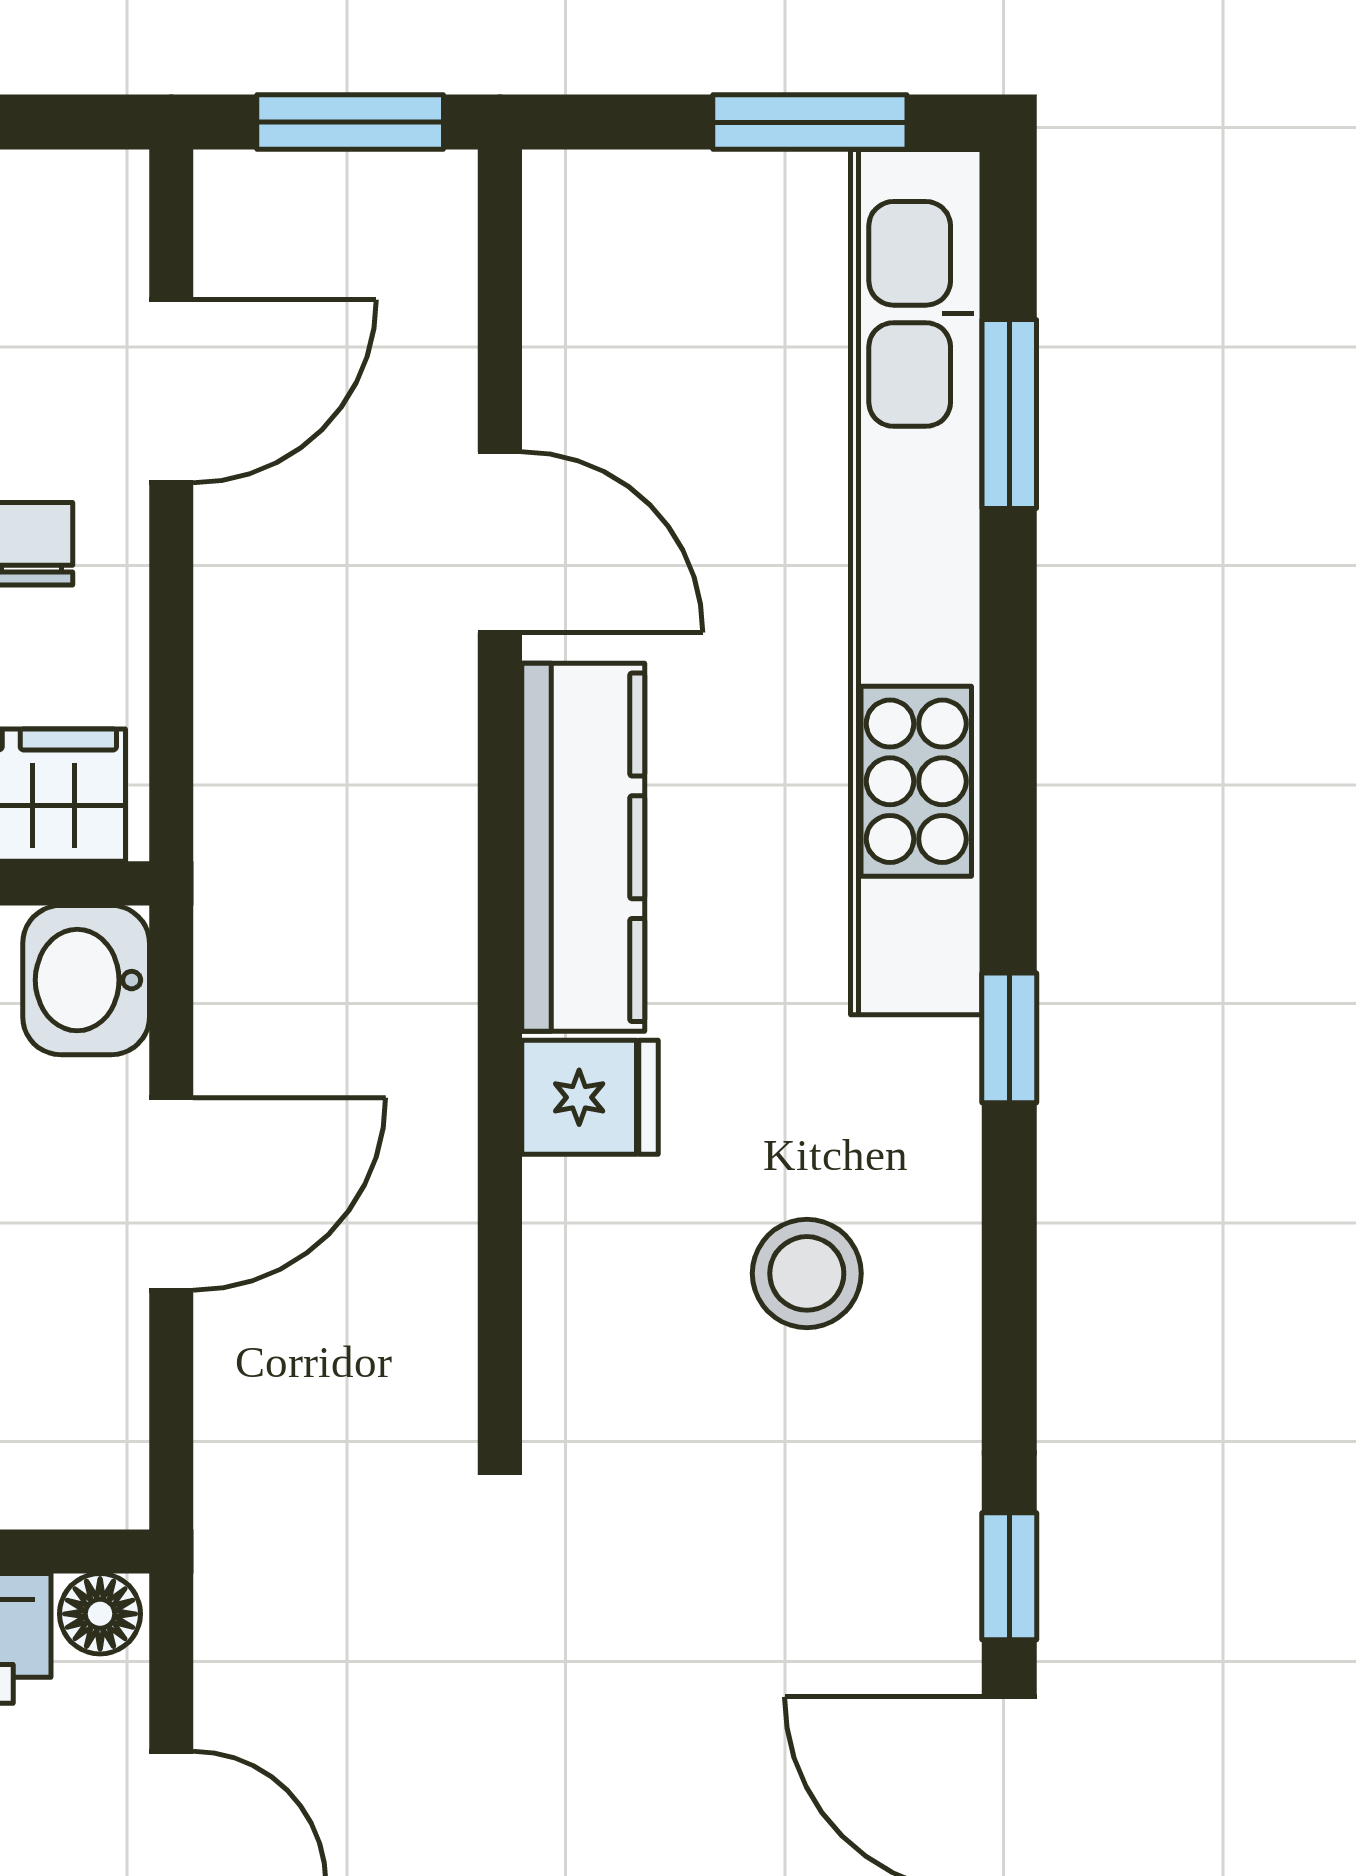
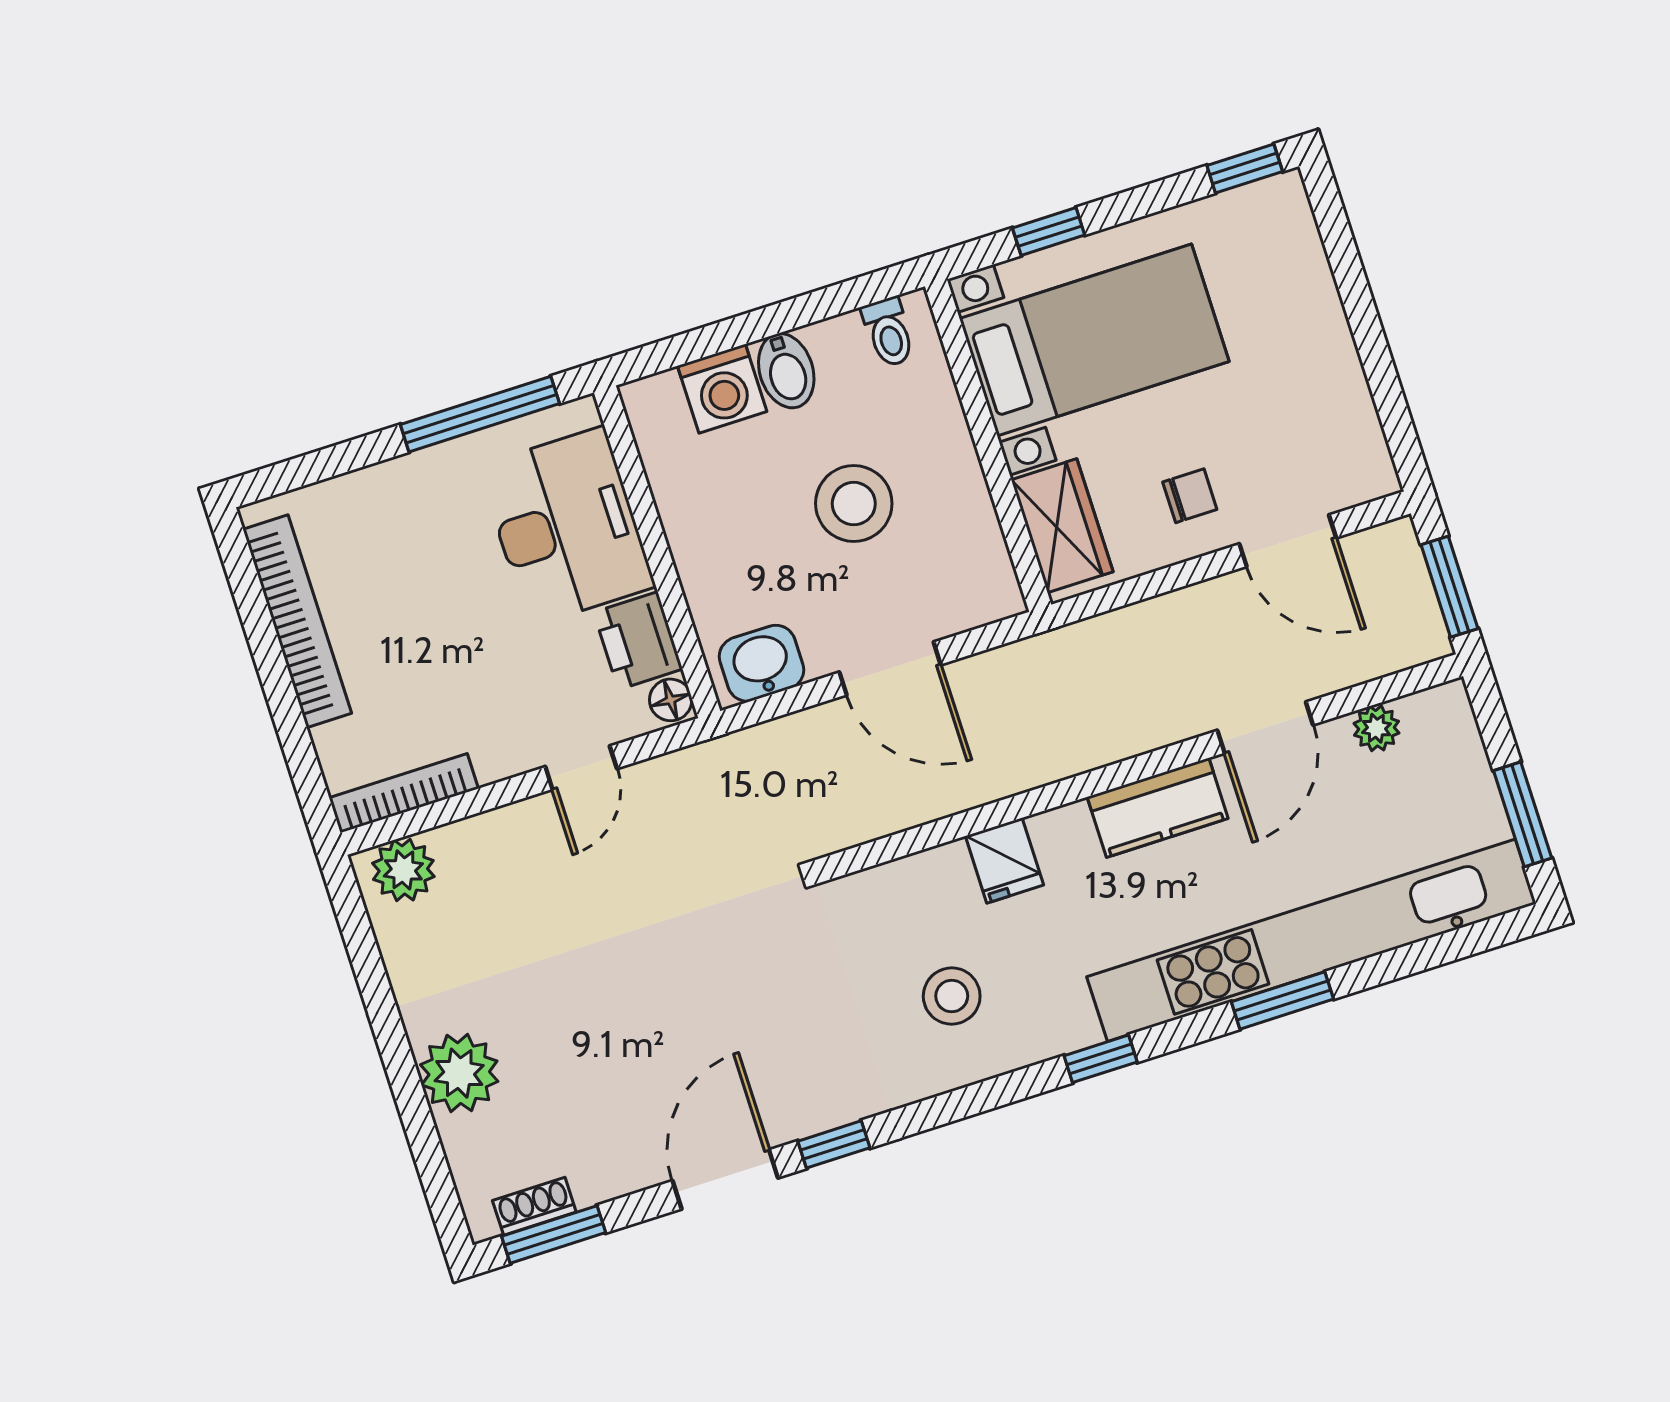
plant: (566, 339) -> (1376, 728), added
window: (1009, 414) -> (1282, 1000), moved
kitchen counter: (583, 847) -> (1158, 808), width x0.67
washbasin: (86, 980) -> (761, 663), moved

